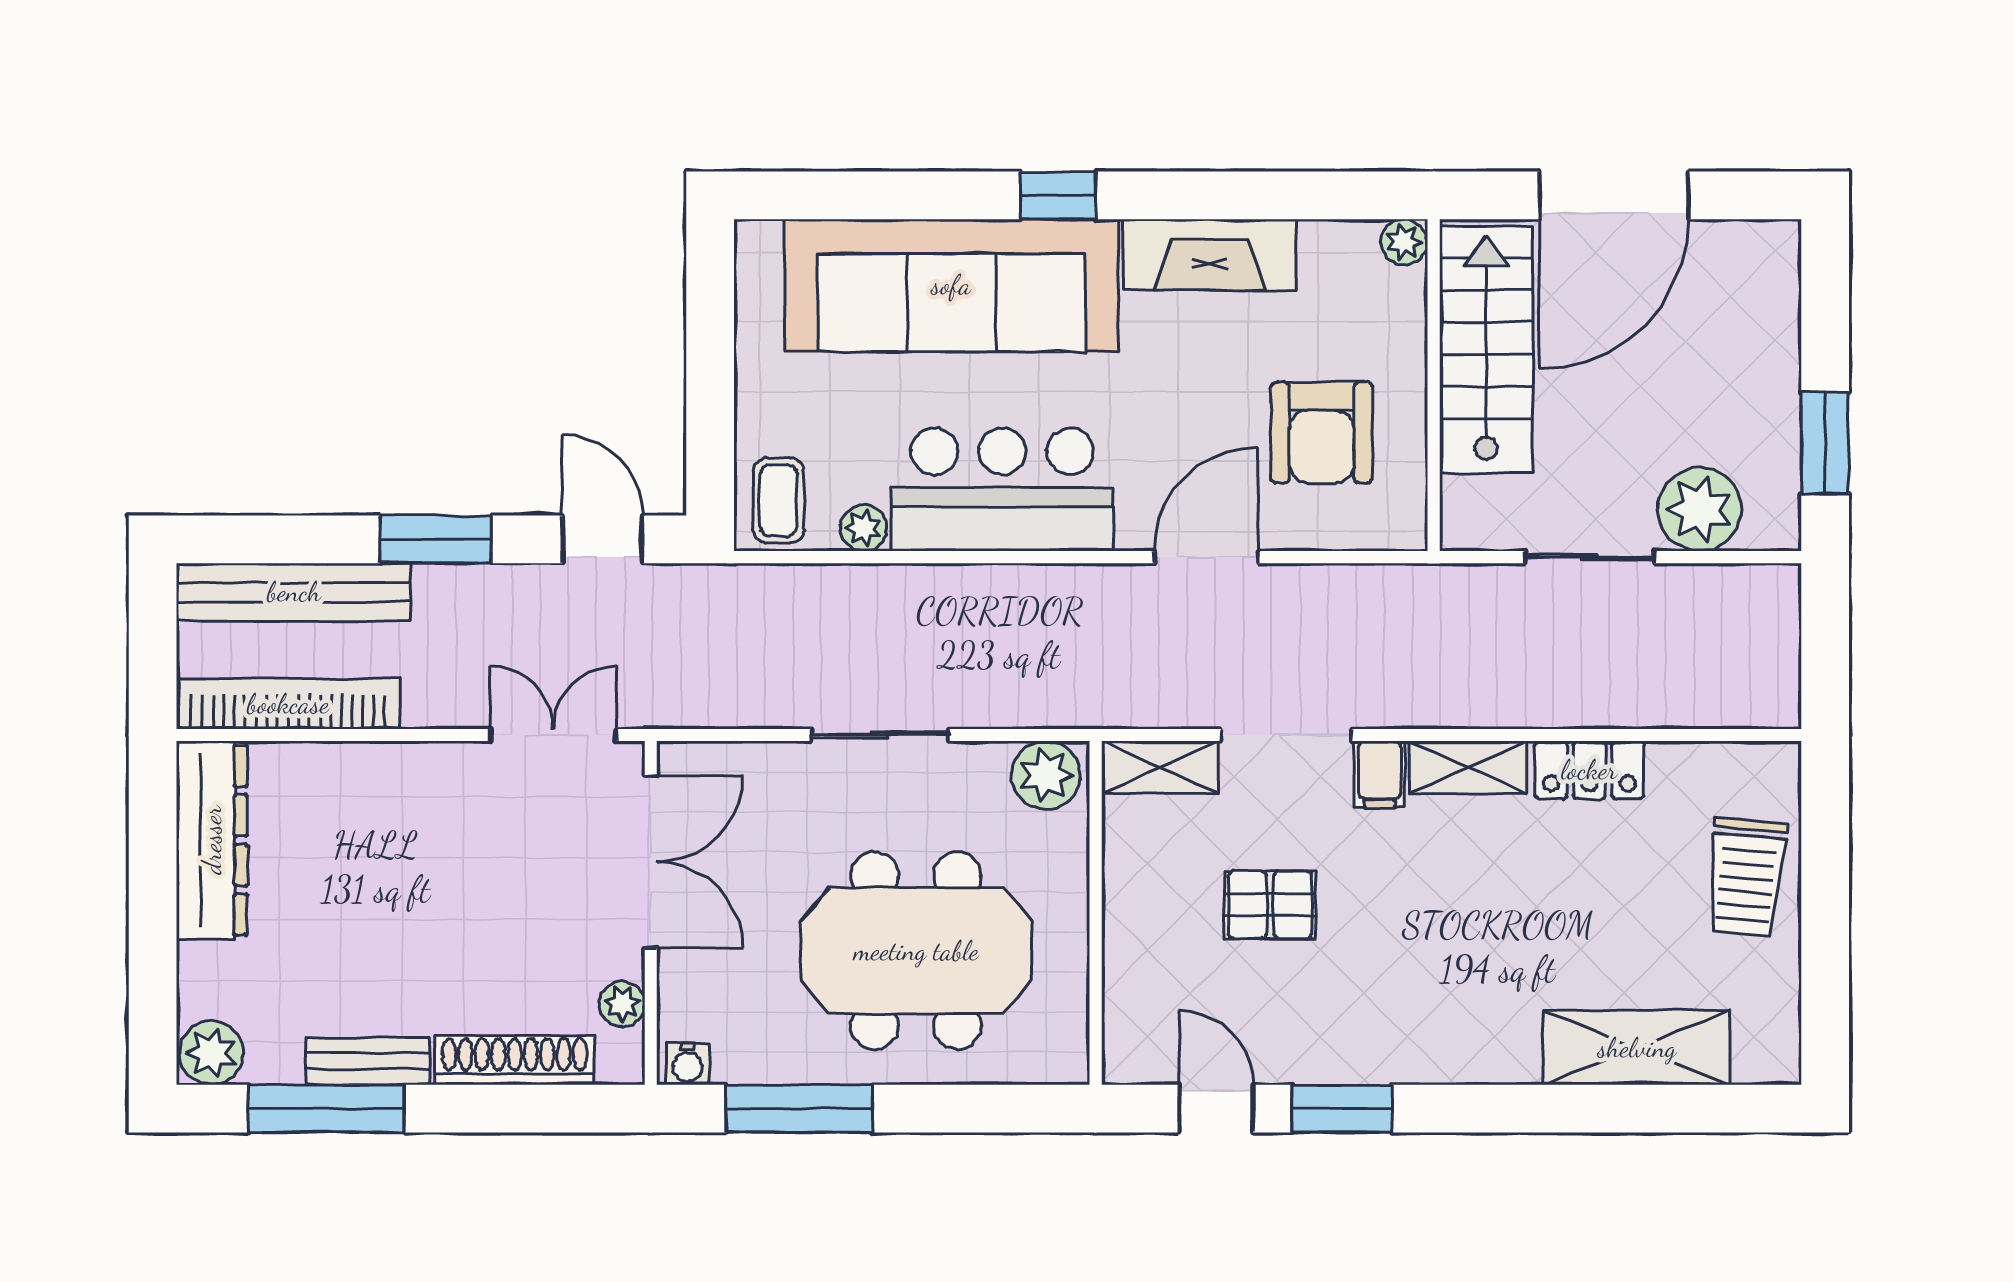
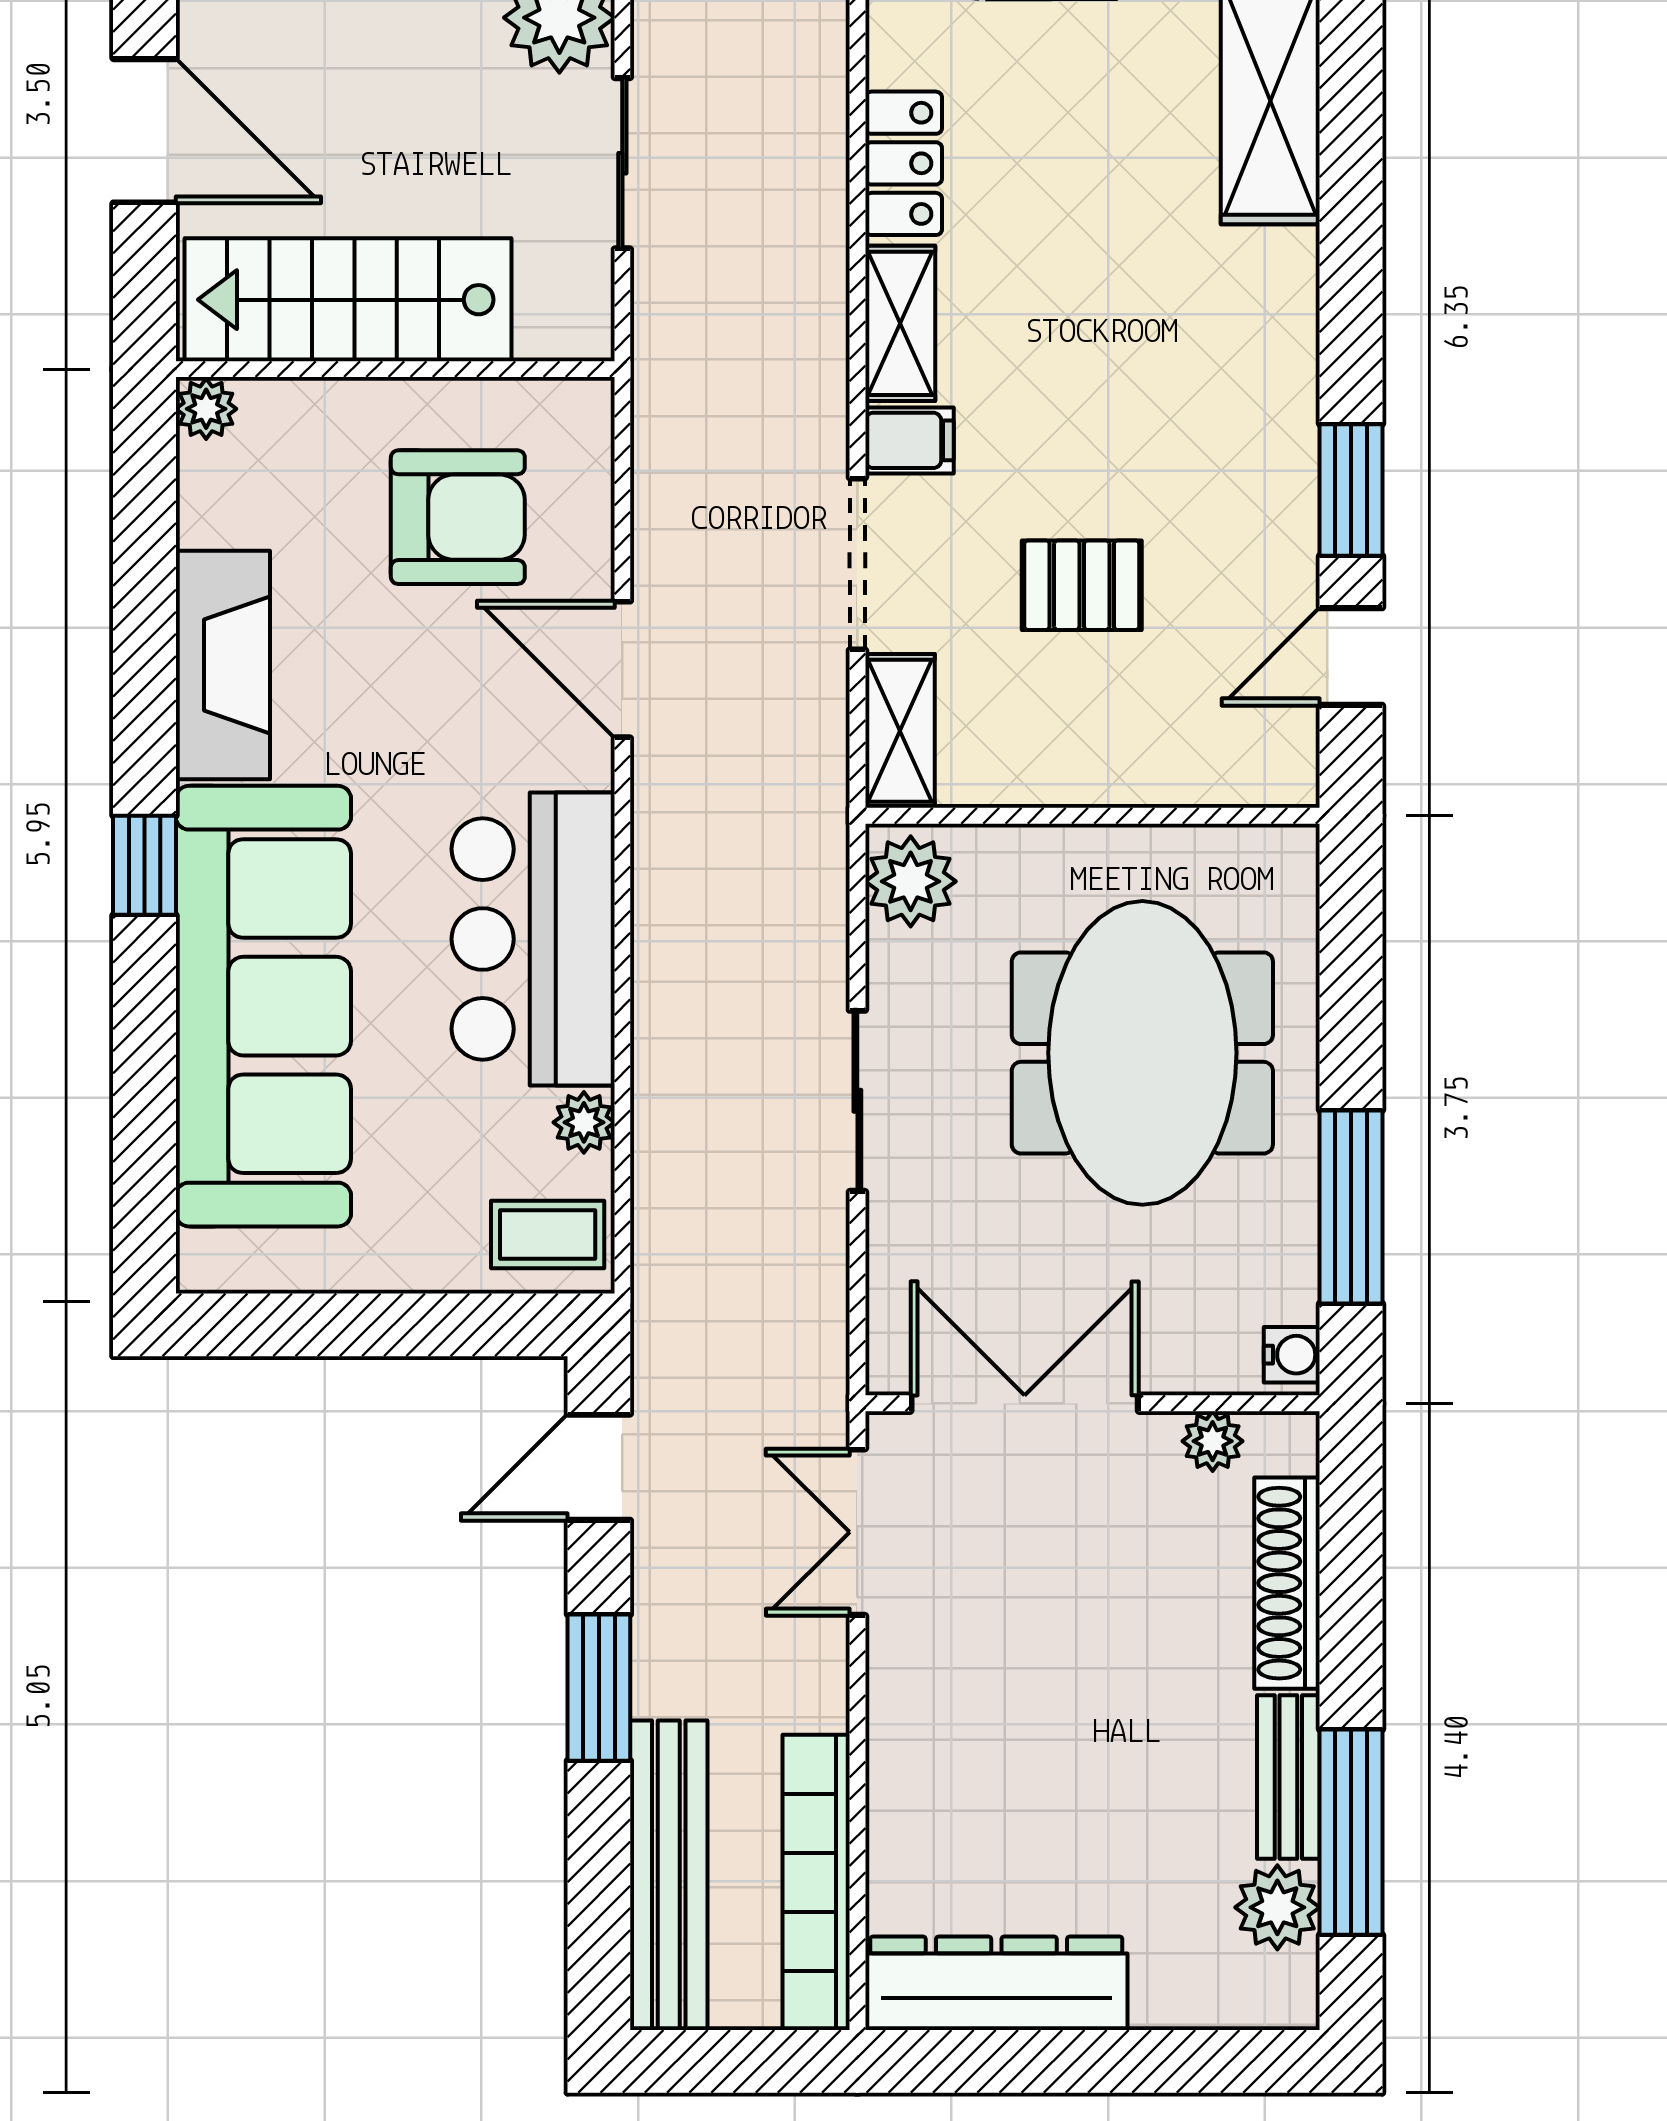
door: (1614, 195) -> (144, 131), width x0.73
pallet: (1270, 905) -> (1082, 585), turned 90
plant: (211, 1053) -> (1277, 1907), moved

